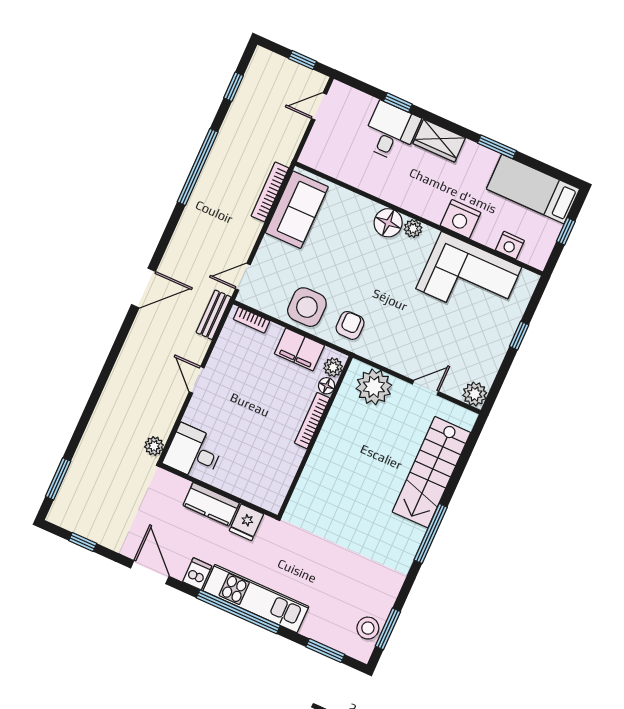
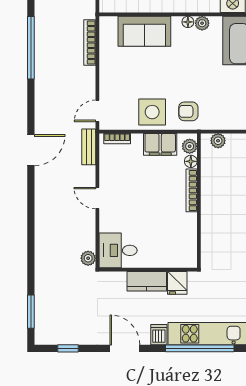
sofa: (297, 210) -> (144, 31), moved, turned 90
floor lamp: (388, 223) -> (188, 22), width x0.53, depth x0.53
armchair: (350, 325) -> (188, 111), turned -90
plant: (374, 387) -> (218, 141), width x0.53, depth x0.53

